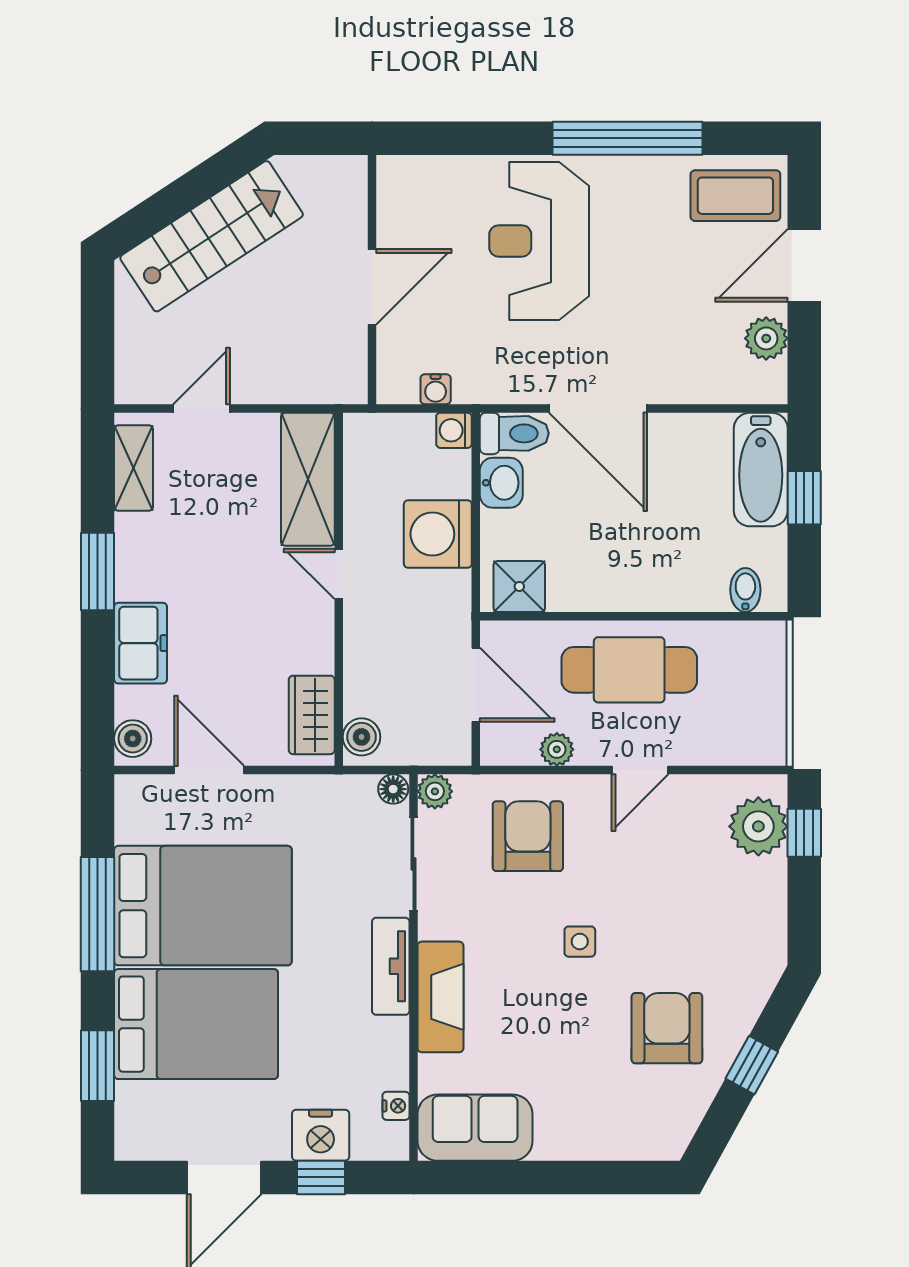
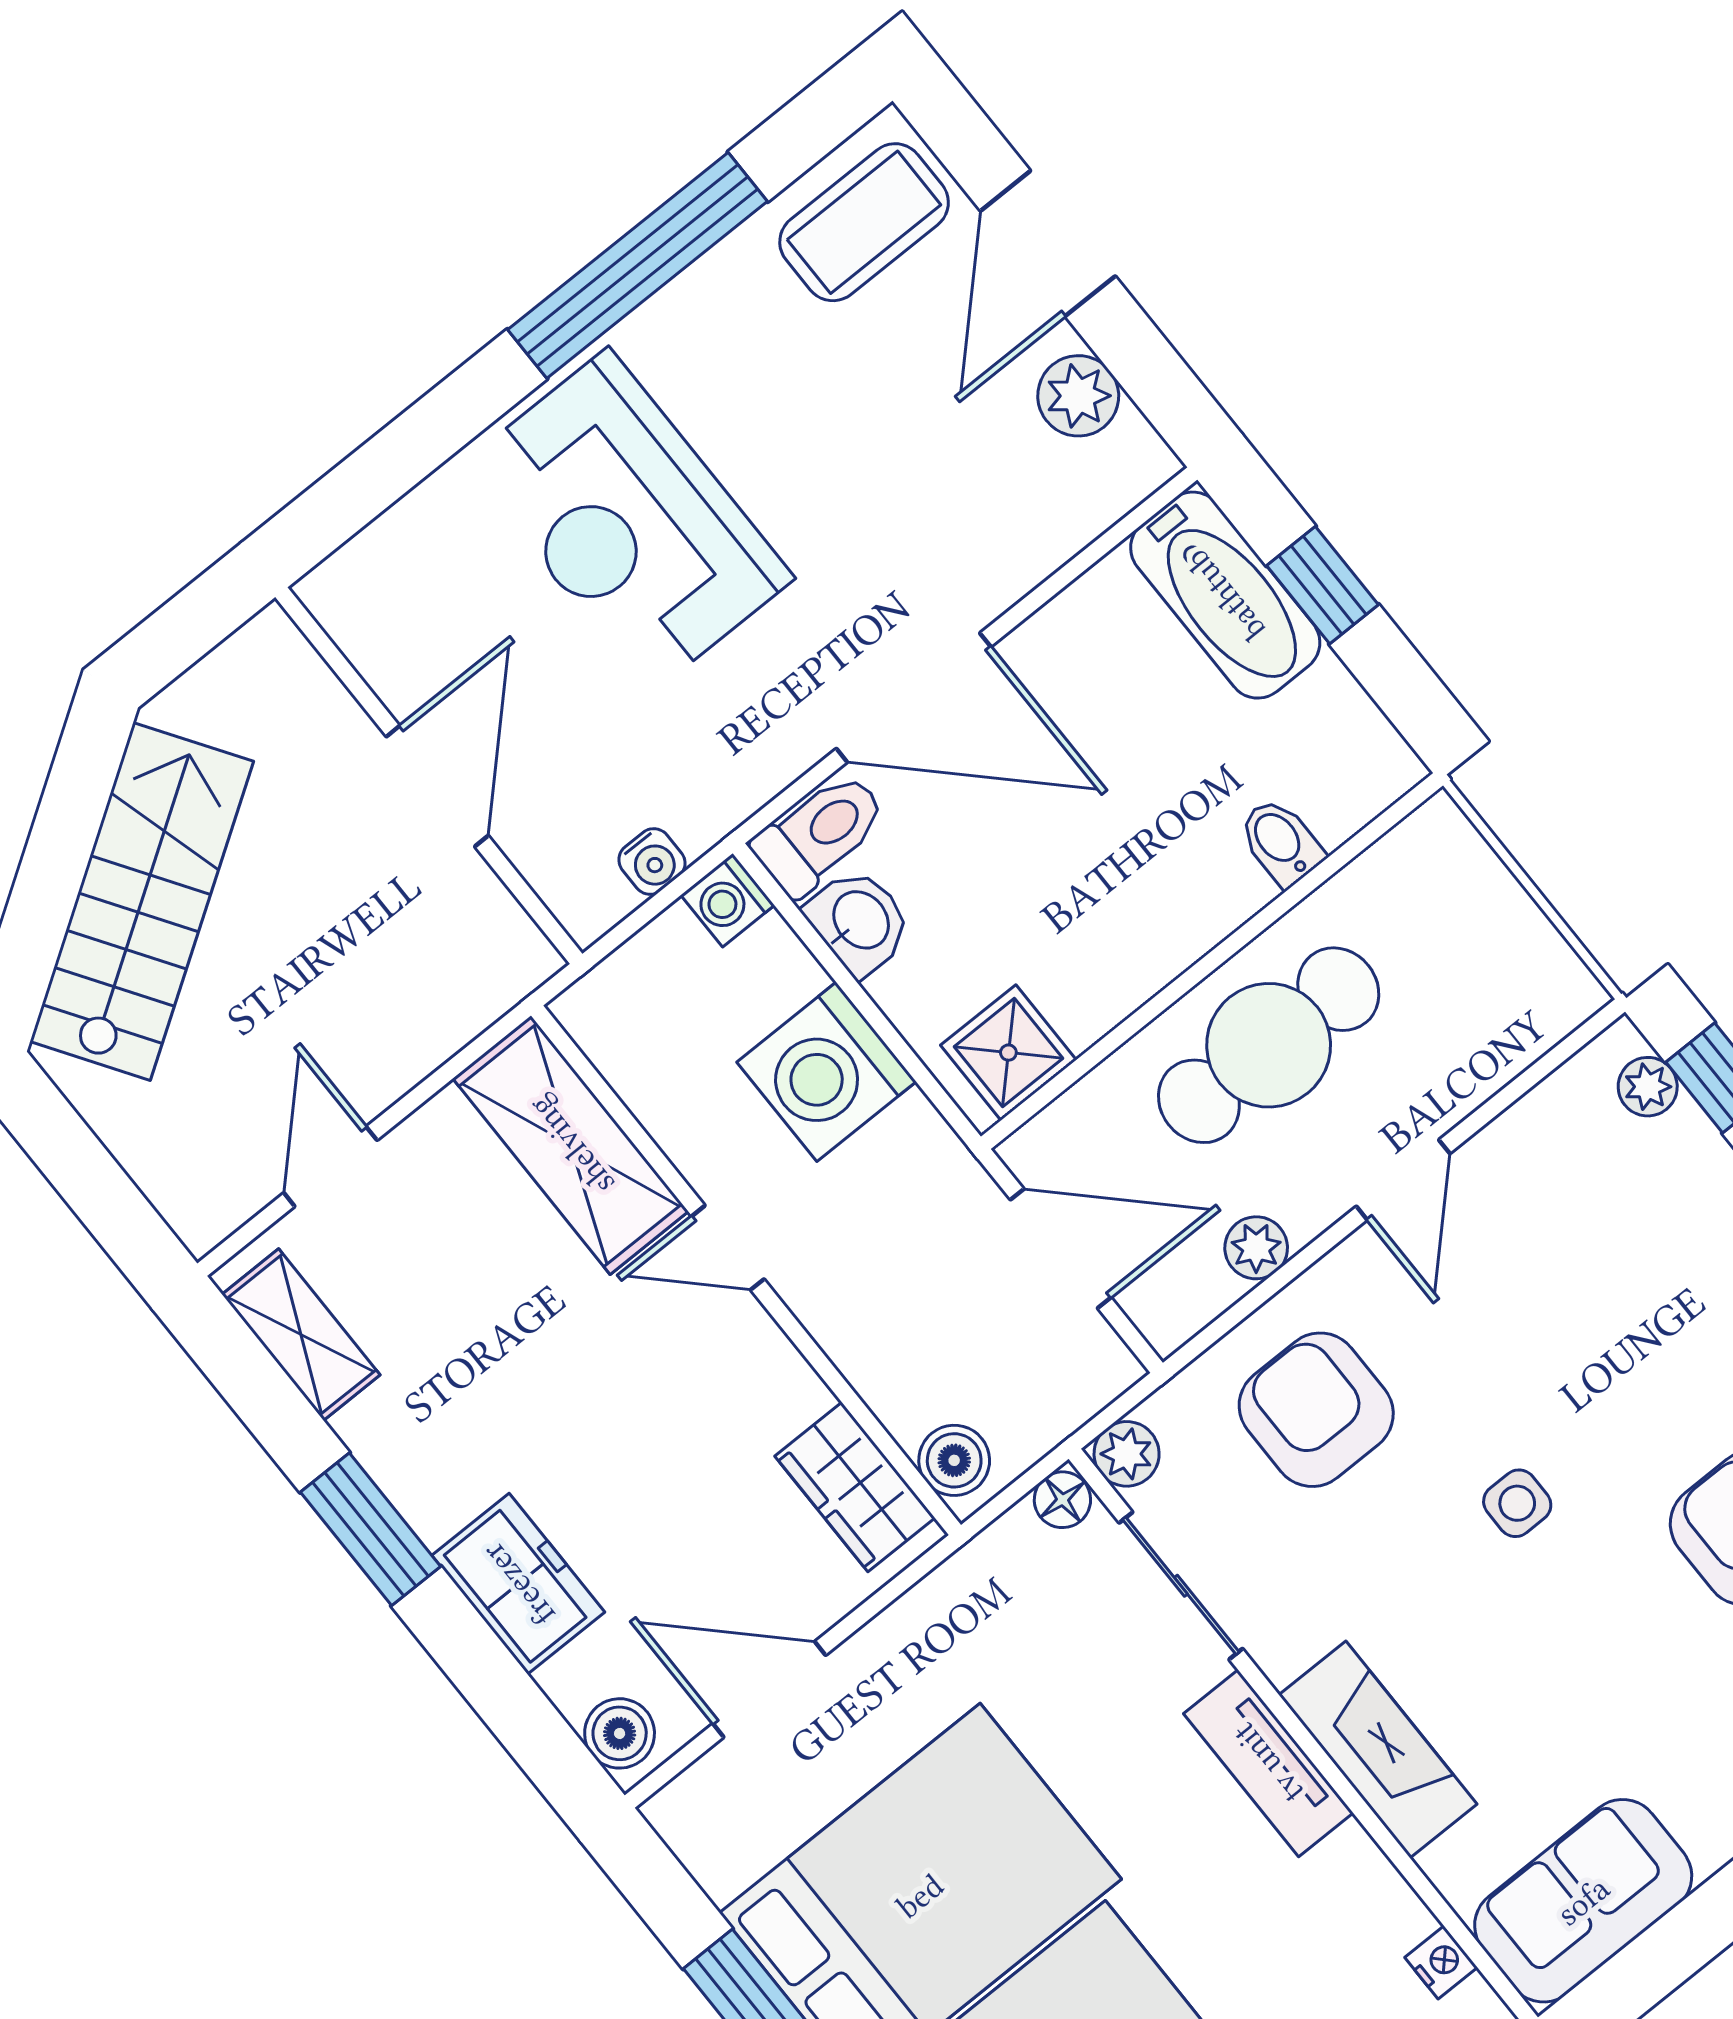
bidet: (745, 590) -> (1281, 842), moved
plant: (758, 826) -> (1648, 1087), width x0.53, depth x0.53

